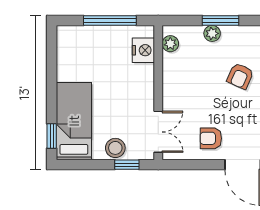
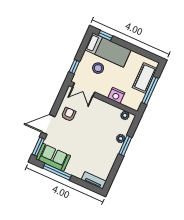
cot: (93, 39) -> (145, 78), added
nightstand: (143, 50) -> (116, 95), moved
armchair: (240, 76) -> (93, 143), removed
stool: (115, 148) -> (98, 68), moved

